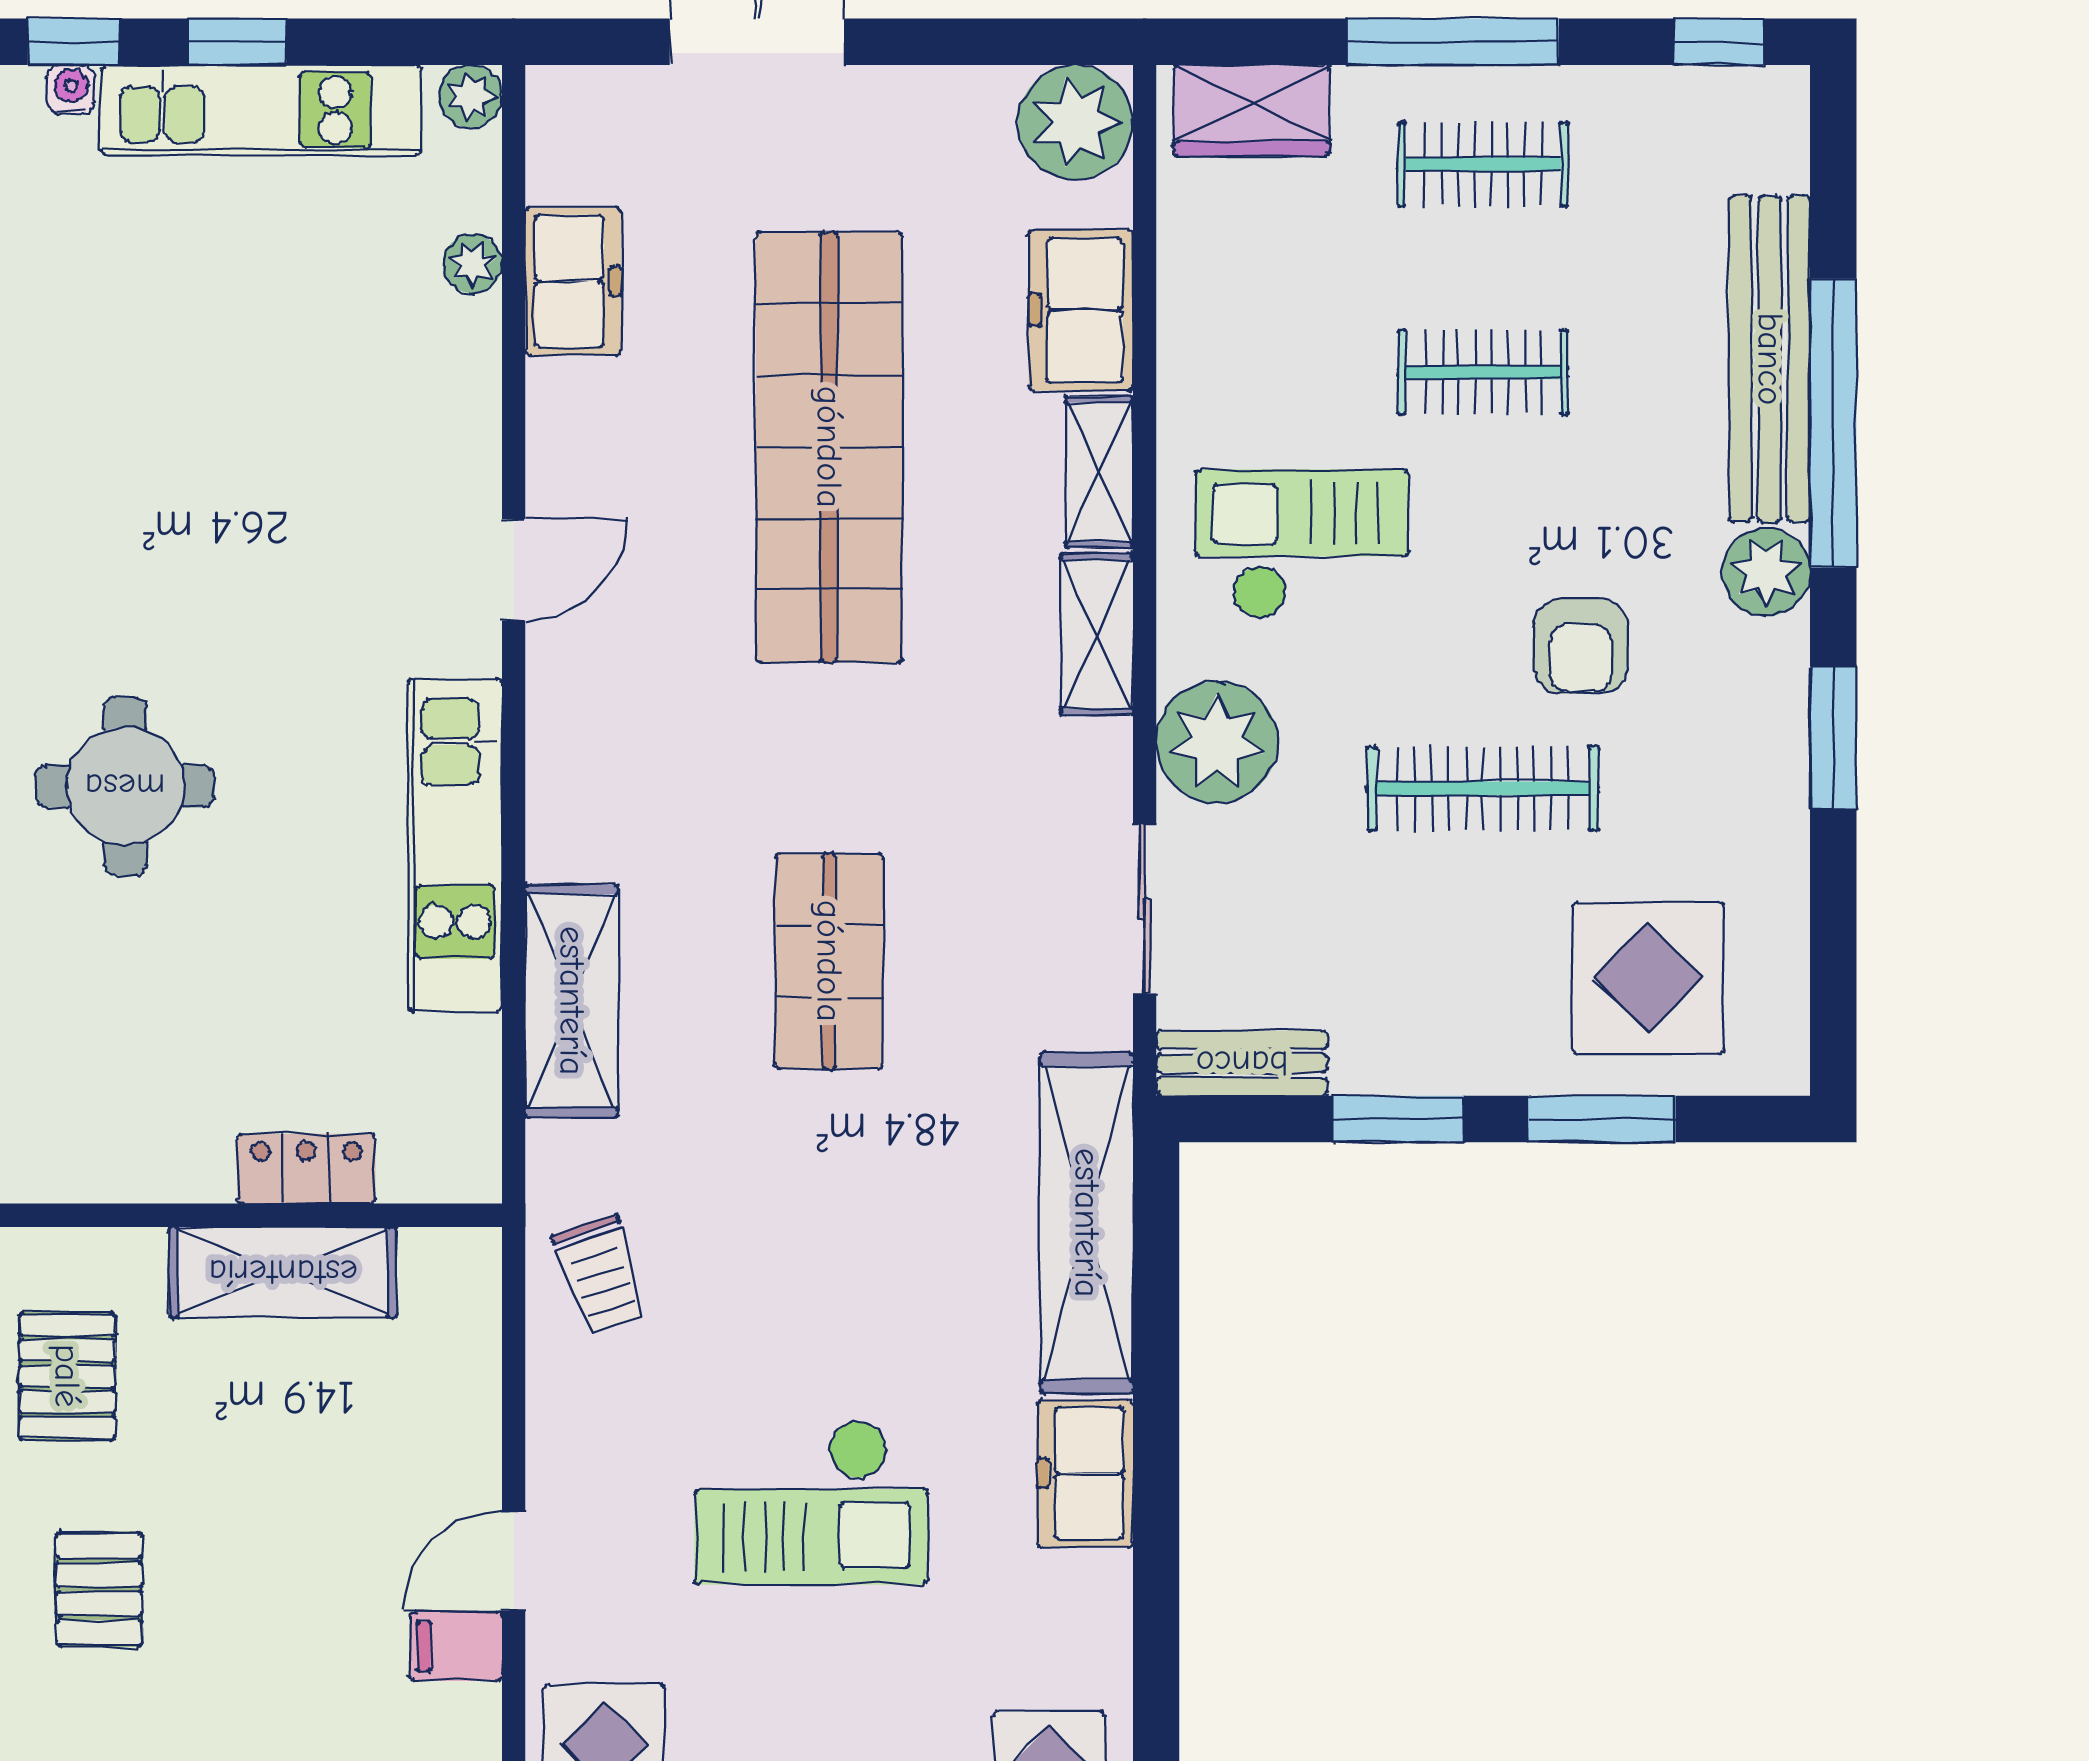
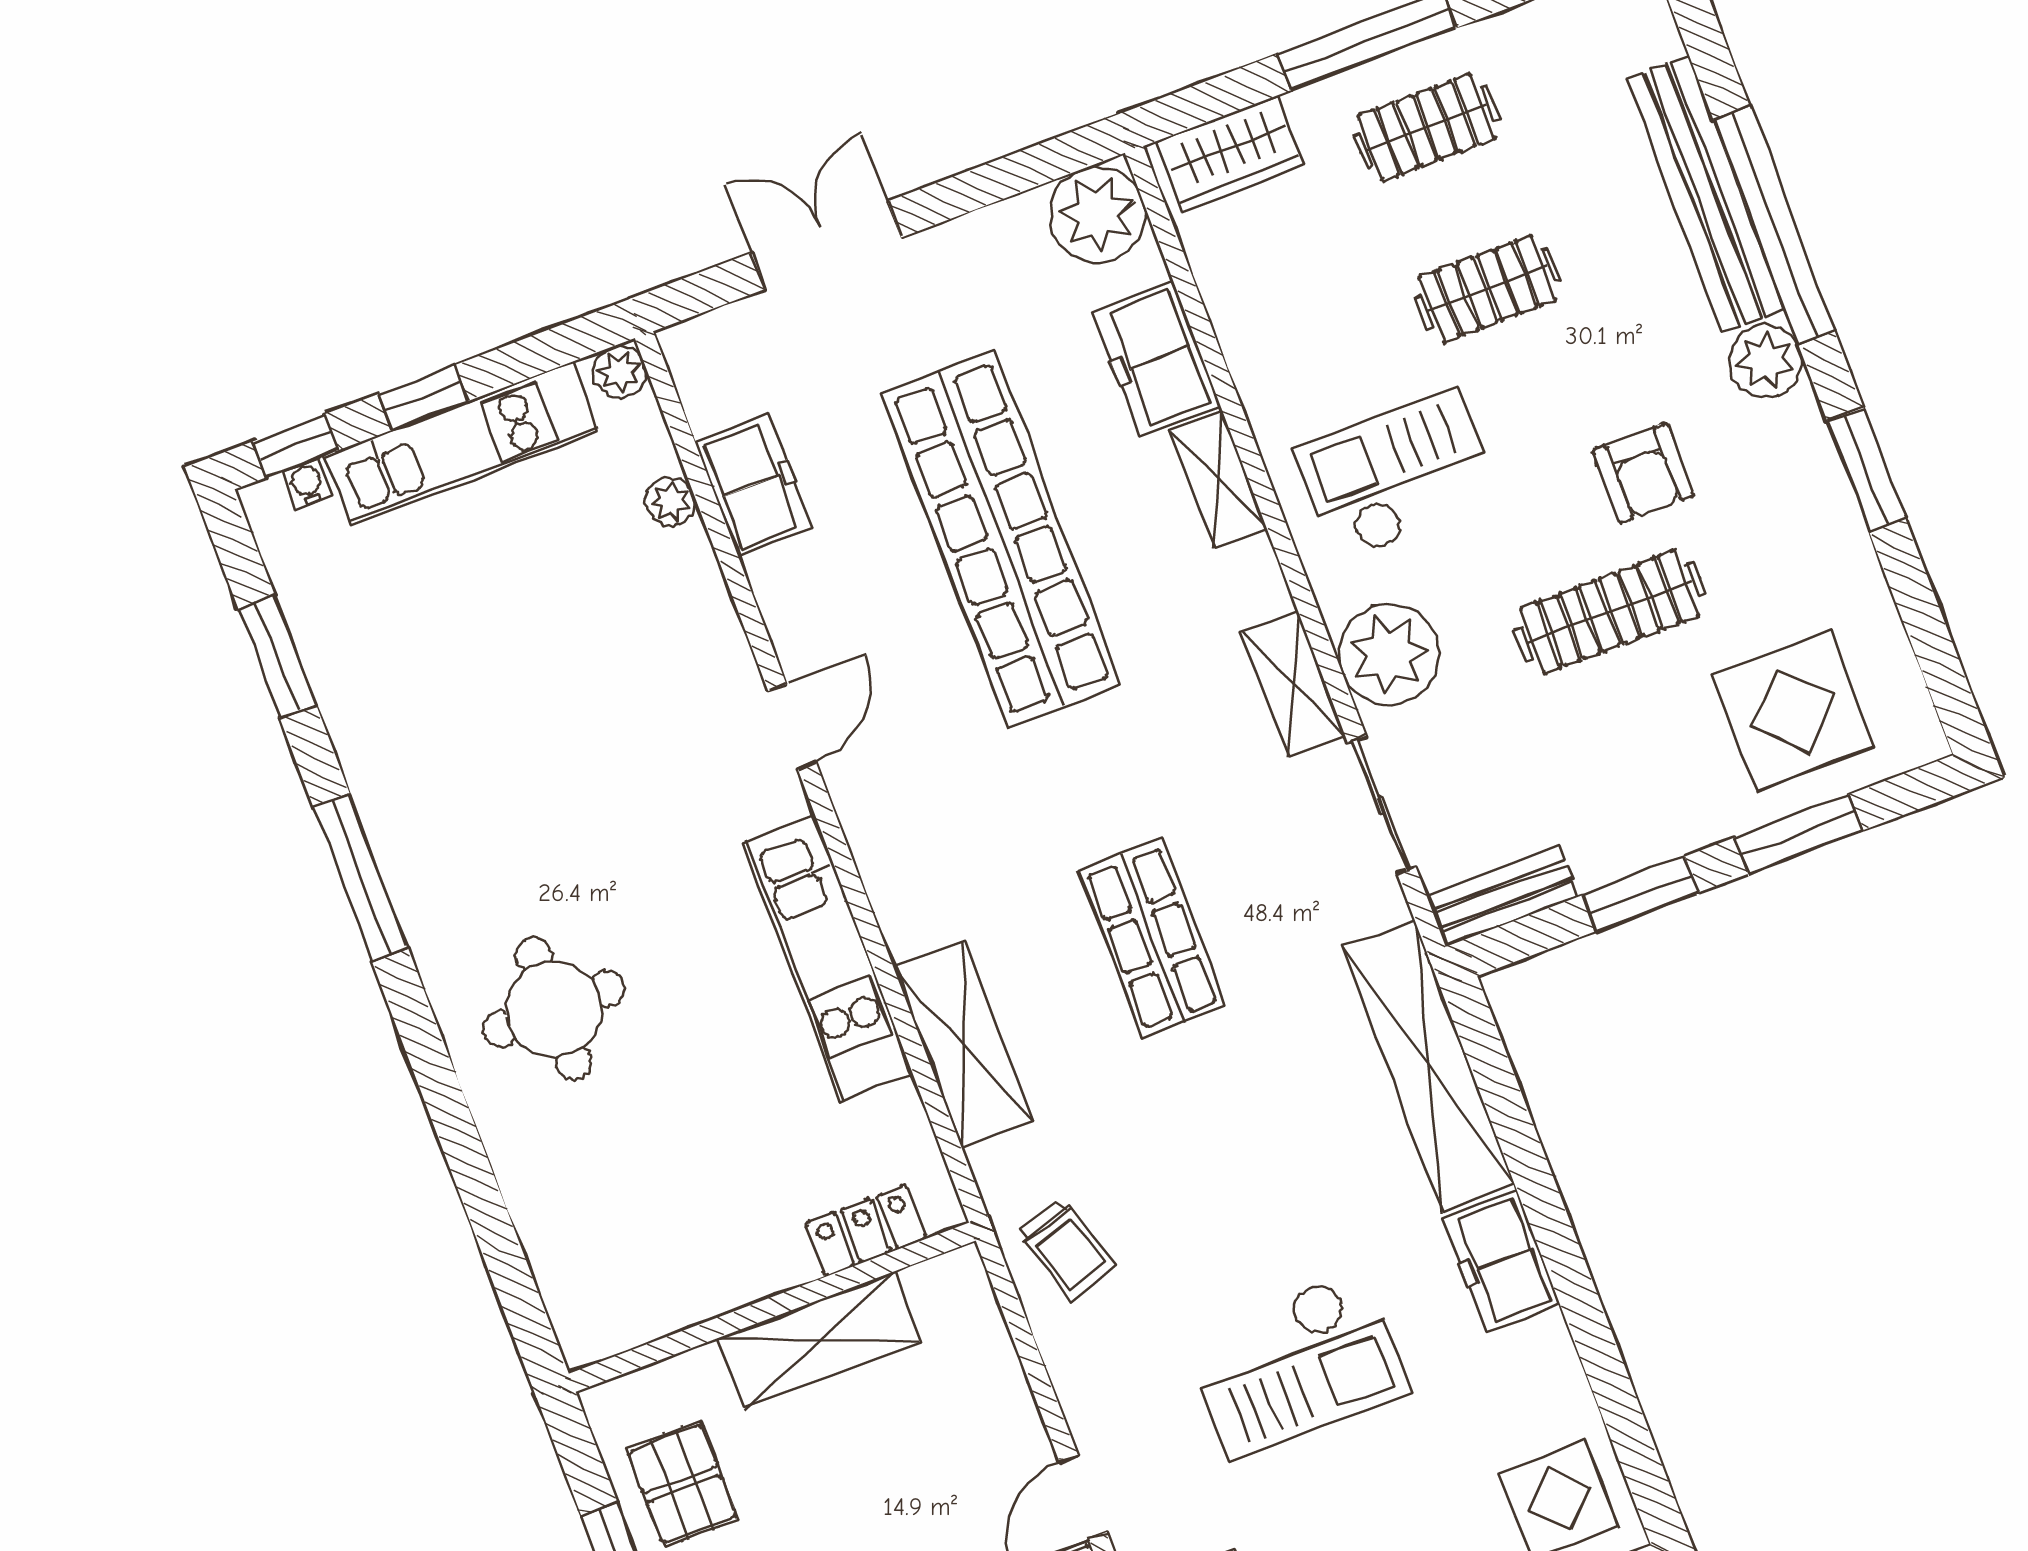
shelving: (1097, 634) -> (1294, 684), moved
locker: (306, 1169) -> (866, 1231), moved

